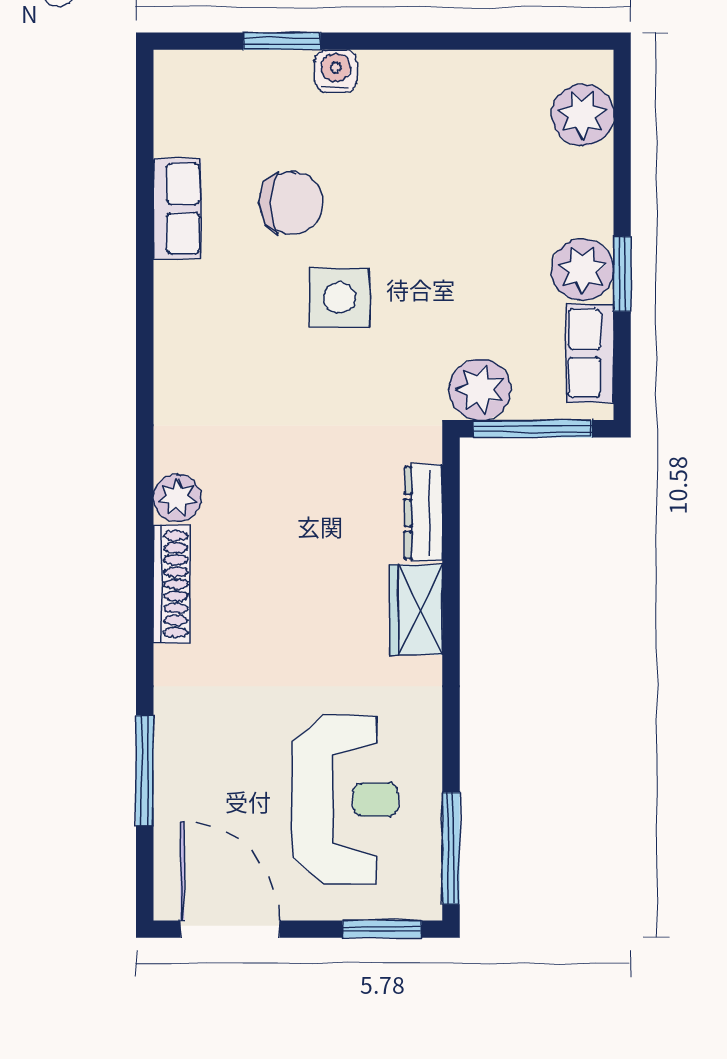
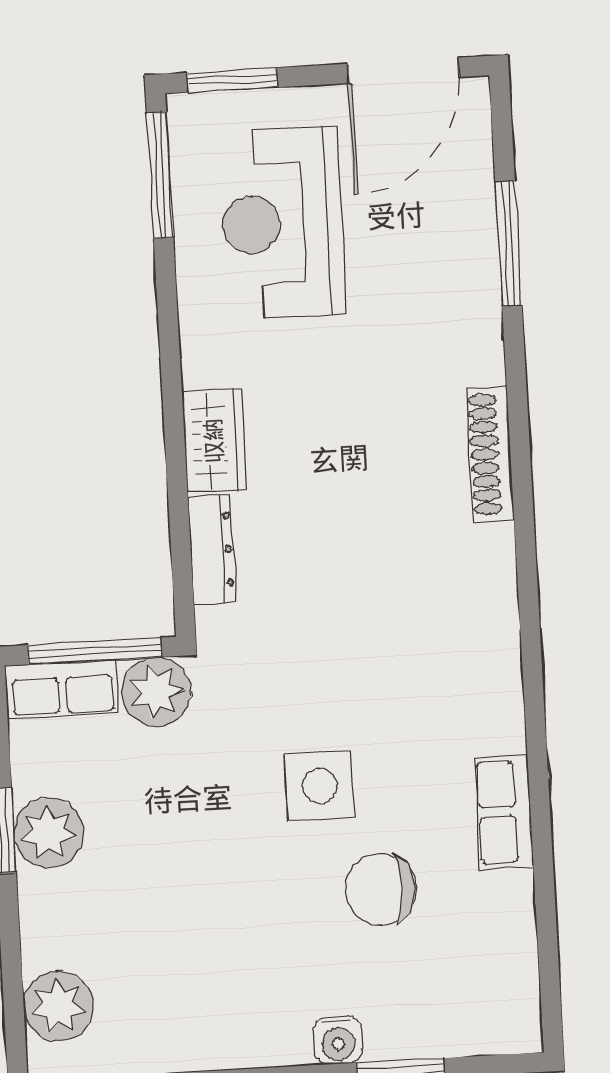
row of seats: (177, 209) -> (504, 812), moved
row of seats: (590, 353) -> (62, 689), moved, turned 90
plant: (177, 498) -> (489, 551), removed
door: (230, 929) -> (403, 70), hinge flipped

